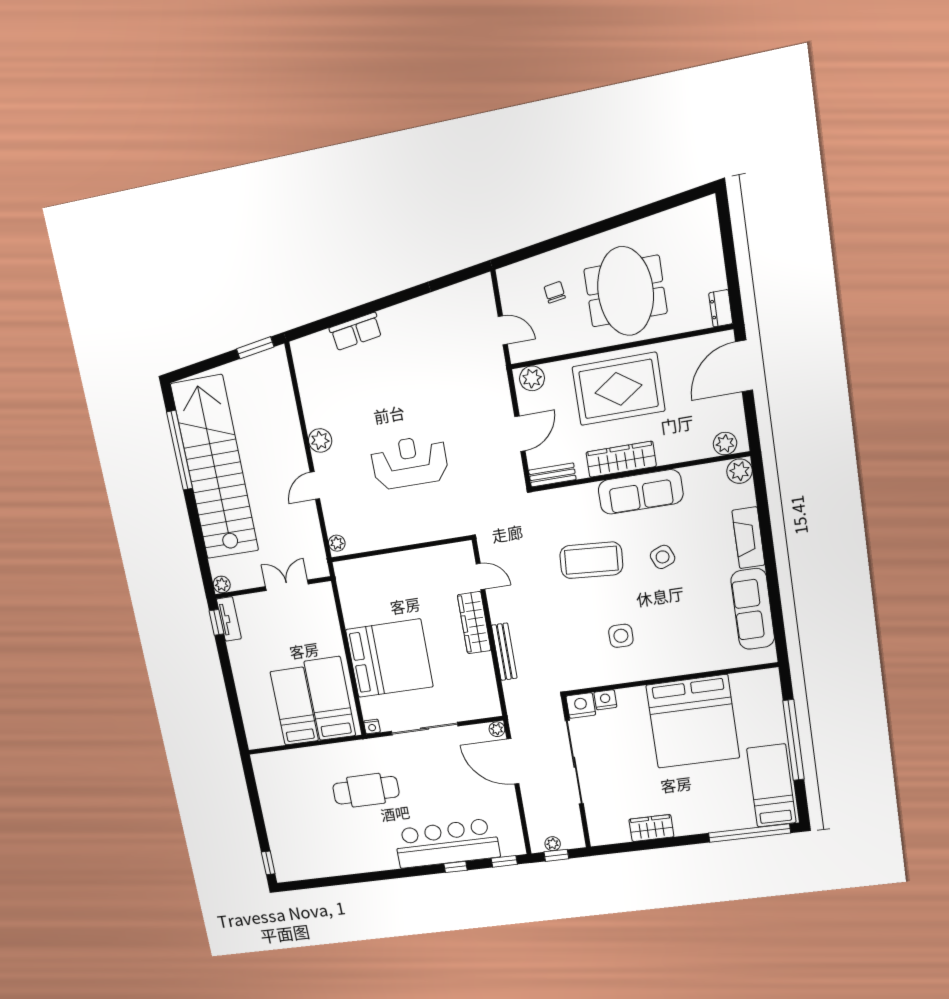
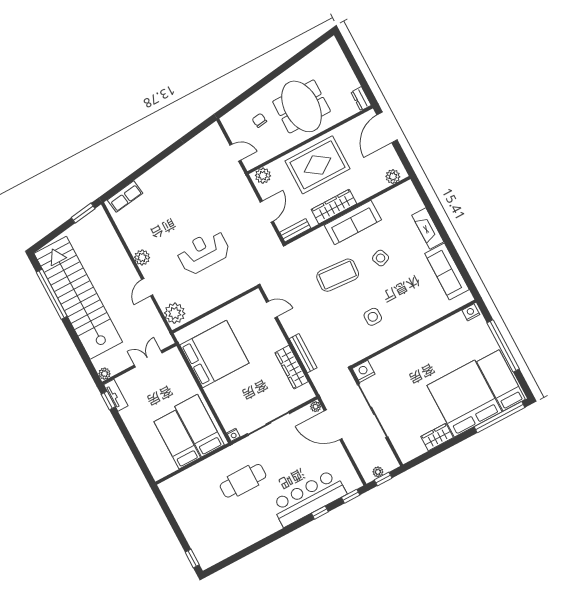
row of seats: (356, 332) -> (125, 197), moved
plant: (740, 471) -> (408, 190), removed
plant: (337, 543) -> (175, 313), width x1.87, depth x1.87
wardrobe: (474, 623) -> (292, 367), moved
bed: (389, 658) -> (214, 354), moved
nightstand: (605, 700) -> (471, 312), moved
bed: (693, 722) -> (465, 399), moved, turned 180

